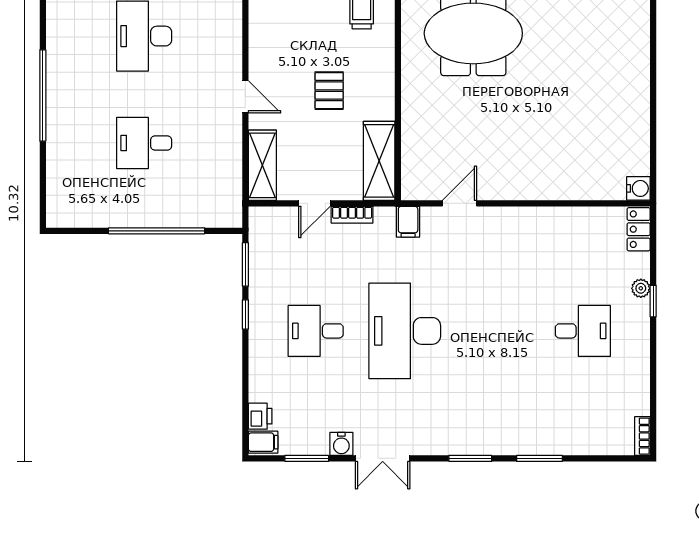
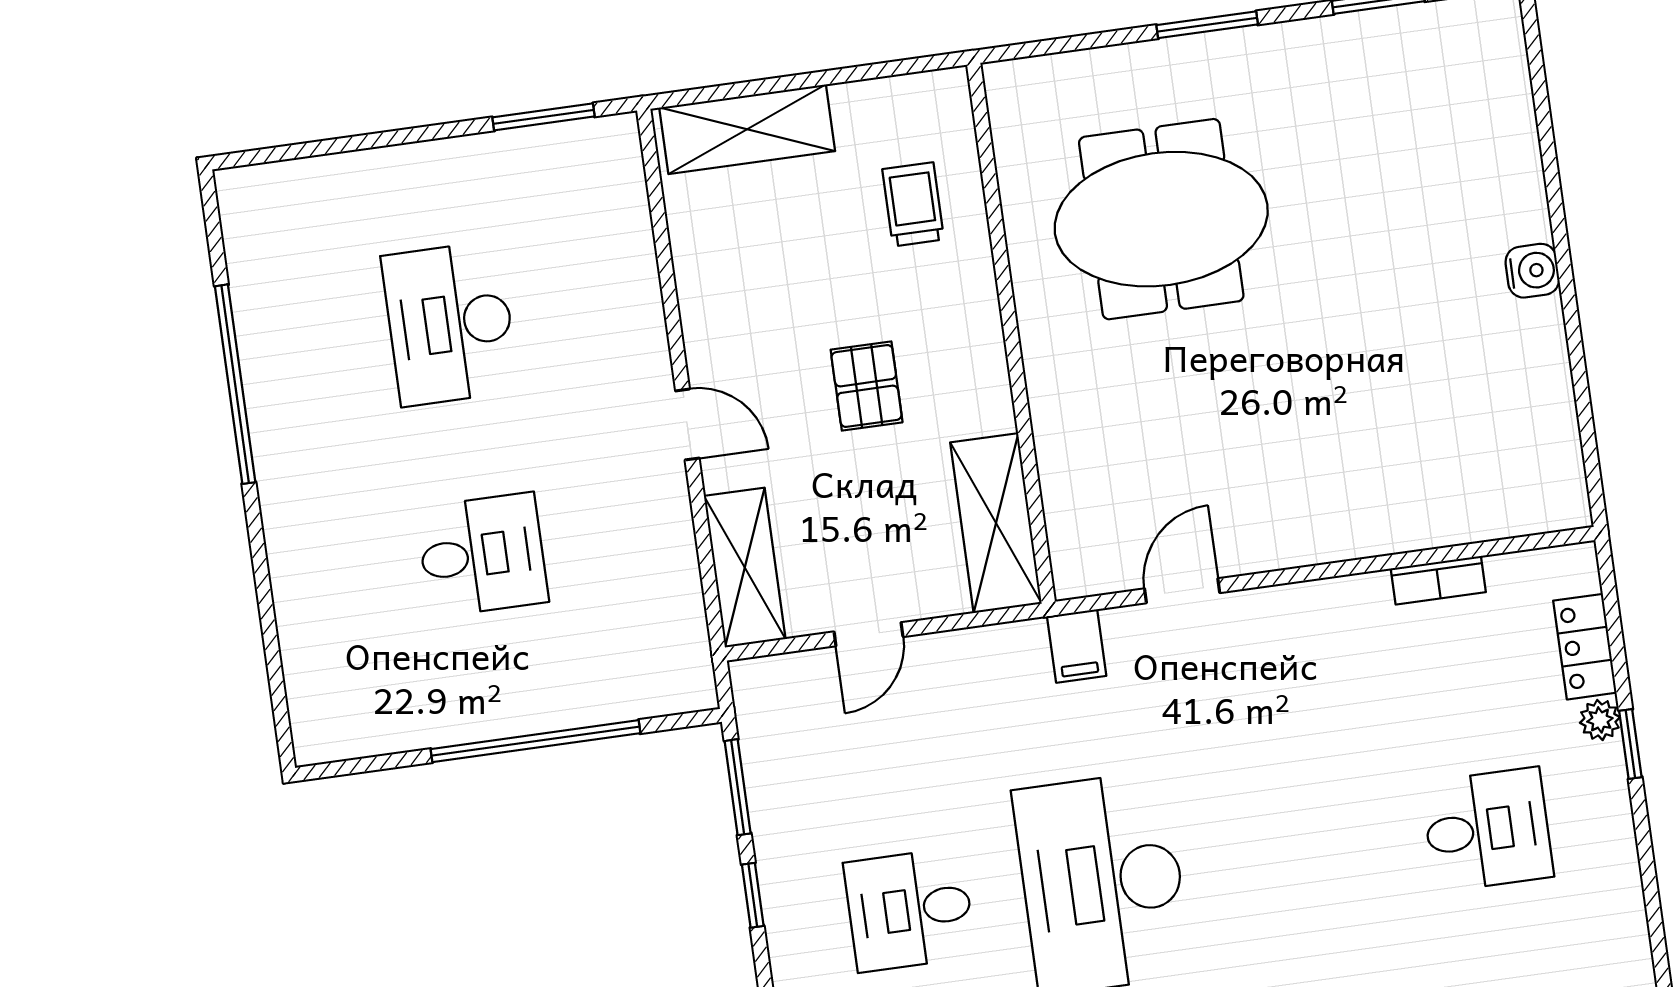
window: (43, 96) -> (235, 384), moved
desk: (144, 143) -> (482, 555), turned 180
water cooler: (638, 188) -> (1532, 271), moved
bookcase: (352, 215) -> (1438, 580), moved
locker: (639, 229) -> (1585, 647), moved

